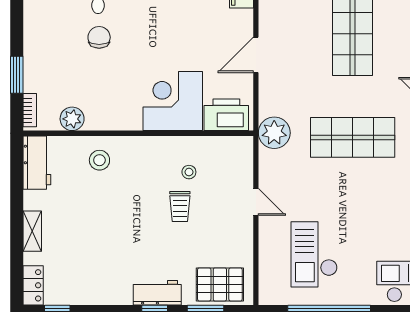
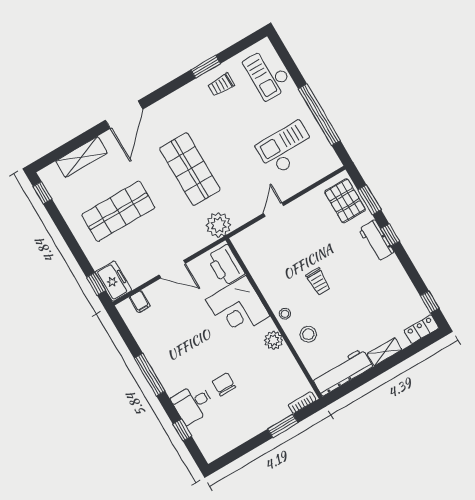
chair: (99, 37) -> (224, 384), turned 90
plant: (72, 119) -> (273, 340), moved
workbench: (37, 163) -> (342, 372), width x1.38
stool: (189, 172) -> (285, 314), moved
trolley: (180, 206) -> (318, 282), moved, turned 90
checkout: (314, 254) -> (286, 148), turned 180

